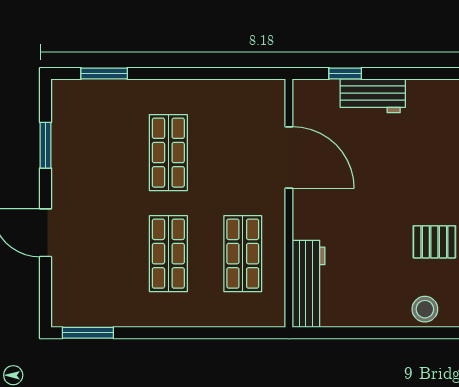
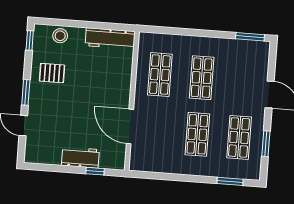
shop shelf: (94, 153) -> (239, 137), added
workbench: (309, 284) -> (110, 38), moved, turned -90

